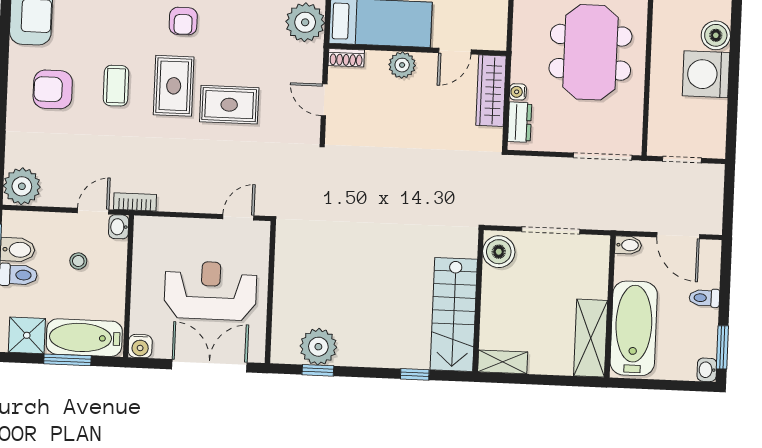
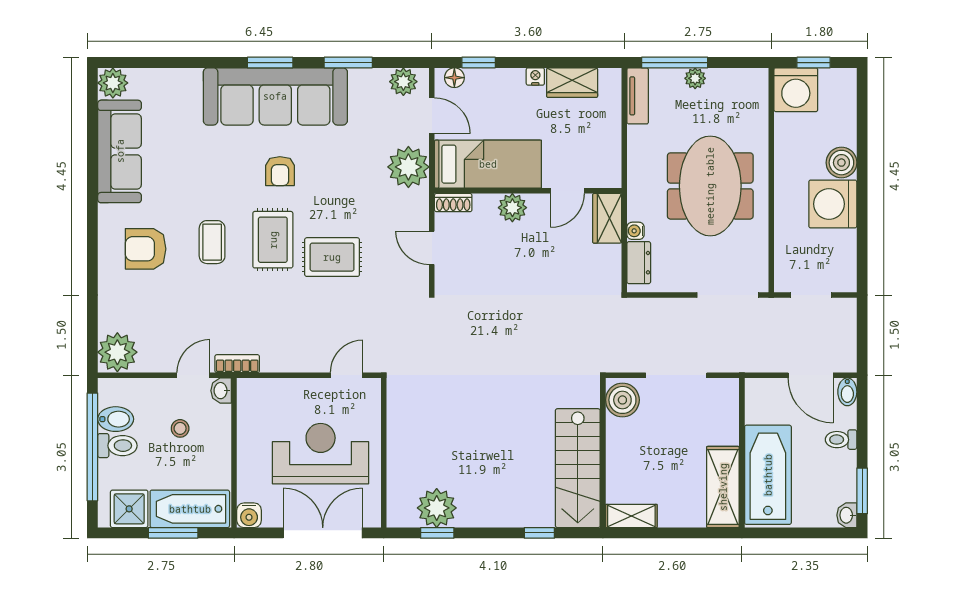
wardrobe: (491, 91) -> (607, 218), width x0.67
bidet: (628, 245) -> (847, 392), moved, turned 90

